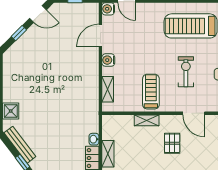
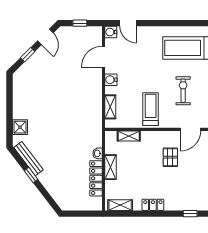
door: (38, 14) -> (45, 37), hinge flipped
door: (194, 113) -> (191, 129), hinge flipped
shelving: (147, 120) -> (129, 136), moved

